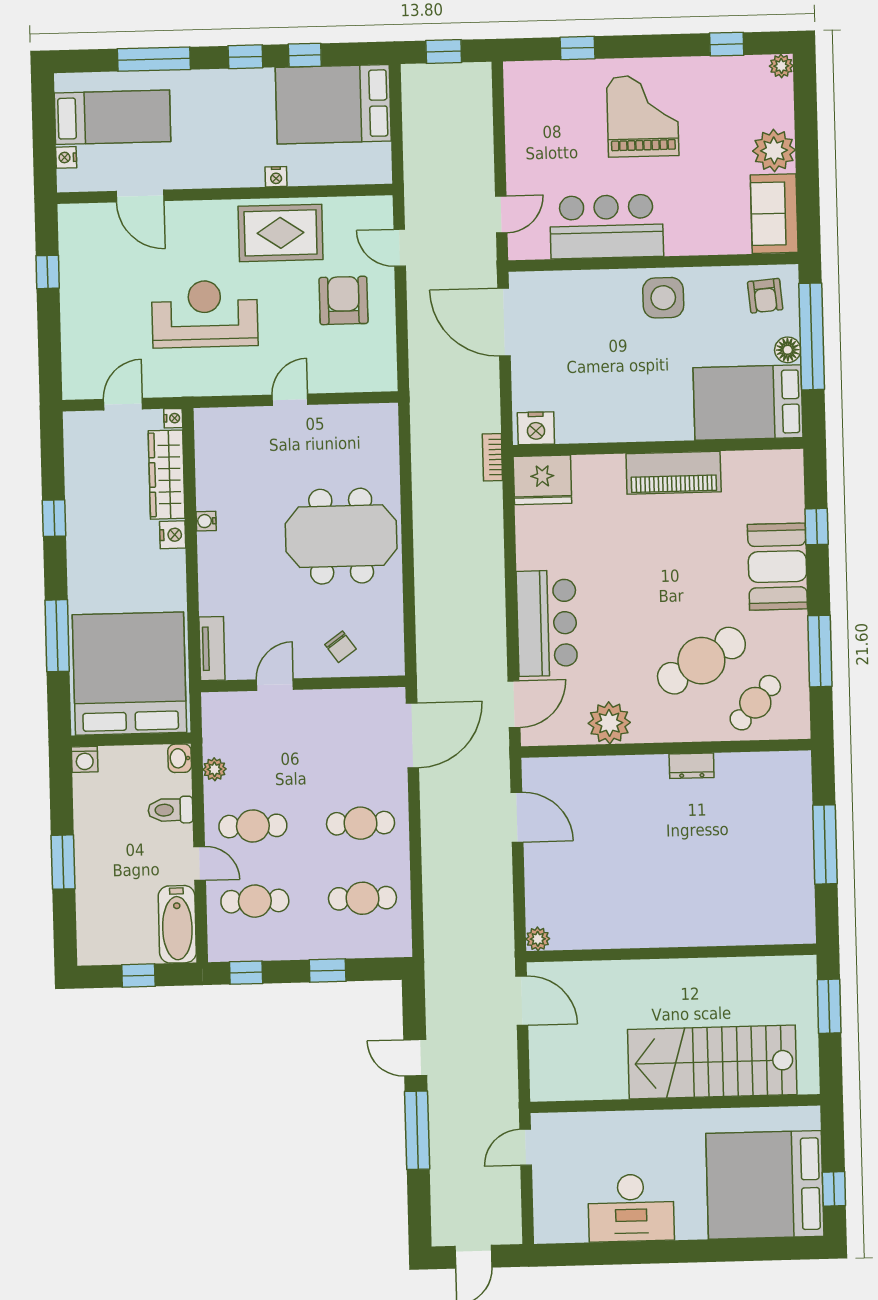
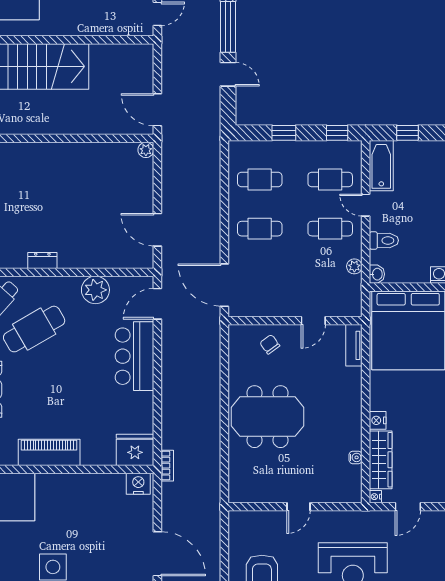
water cooler: (206, 521) -> (356, 457), moved
door: (412, 735) -> (224, 285), hinge flipped

